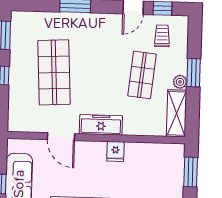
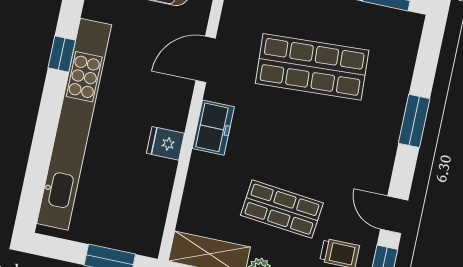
freezer: (101, 125) -> (213, 128), width x0.71

